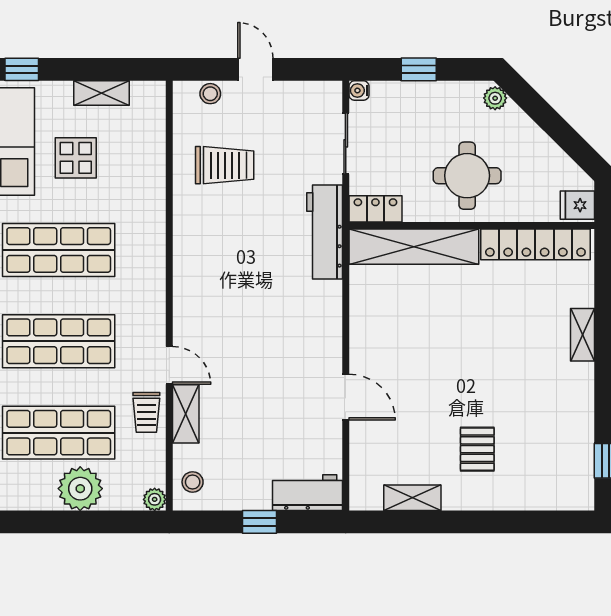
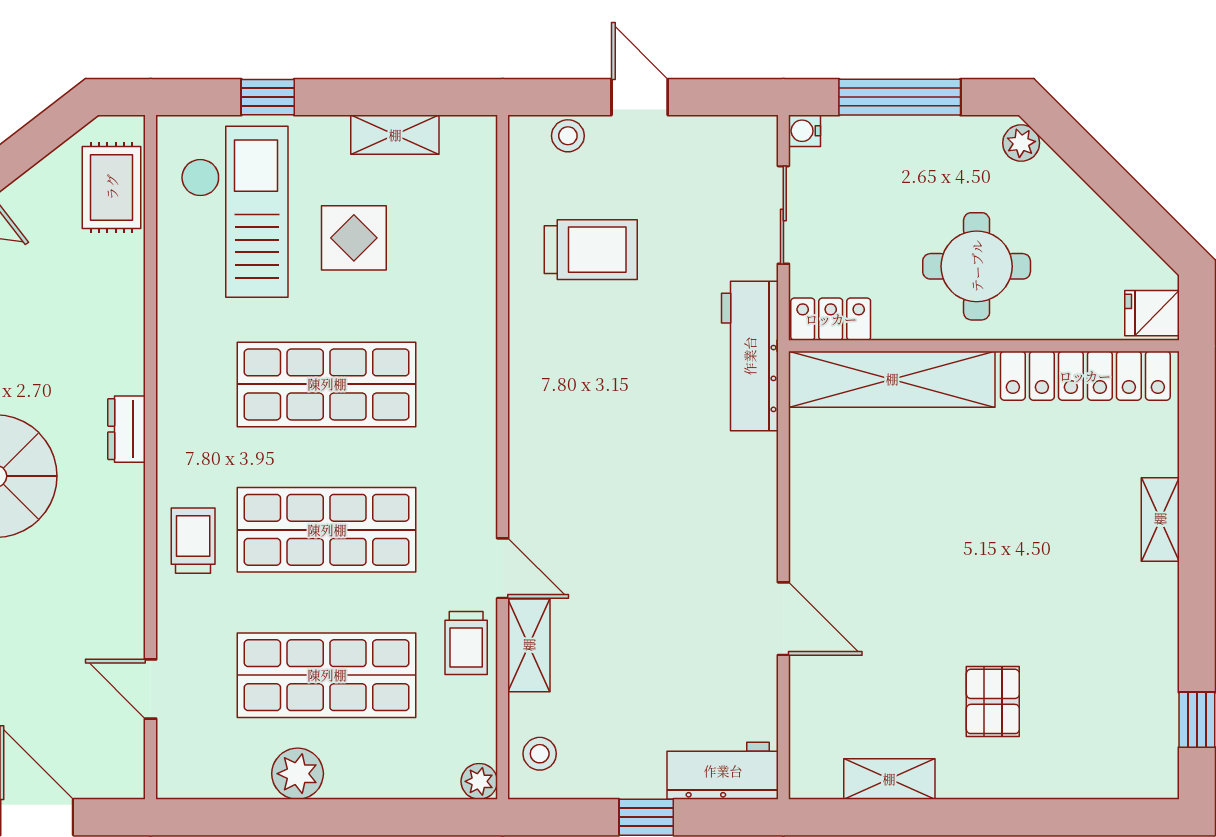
window: (419, 69) -> (900, 97), width x2.17
plant: (80, 489) -> (298, 774), moved, width x0.73, depth x0.73

